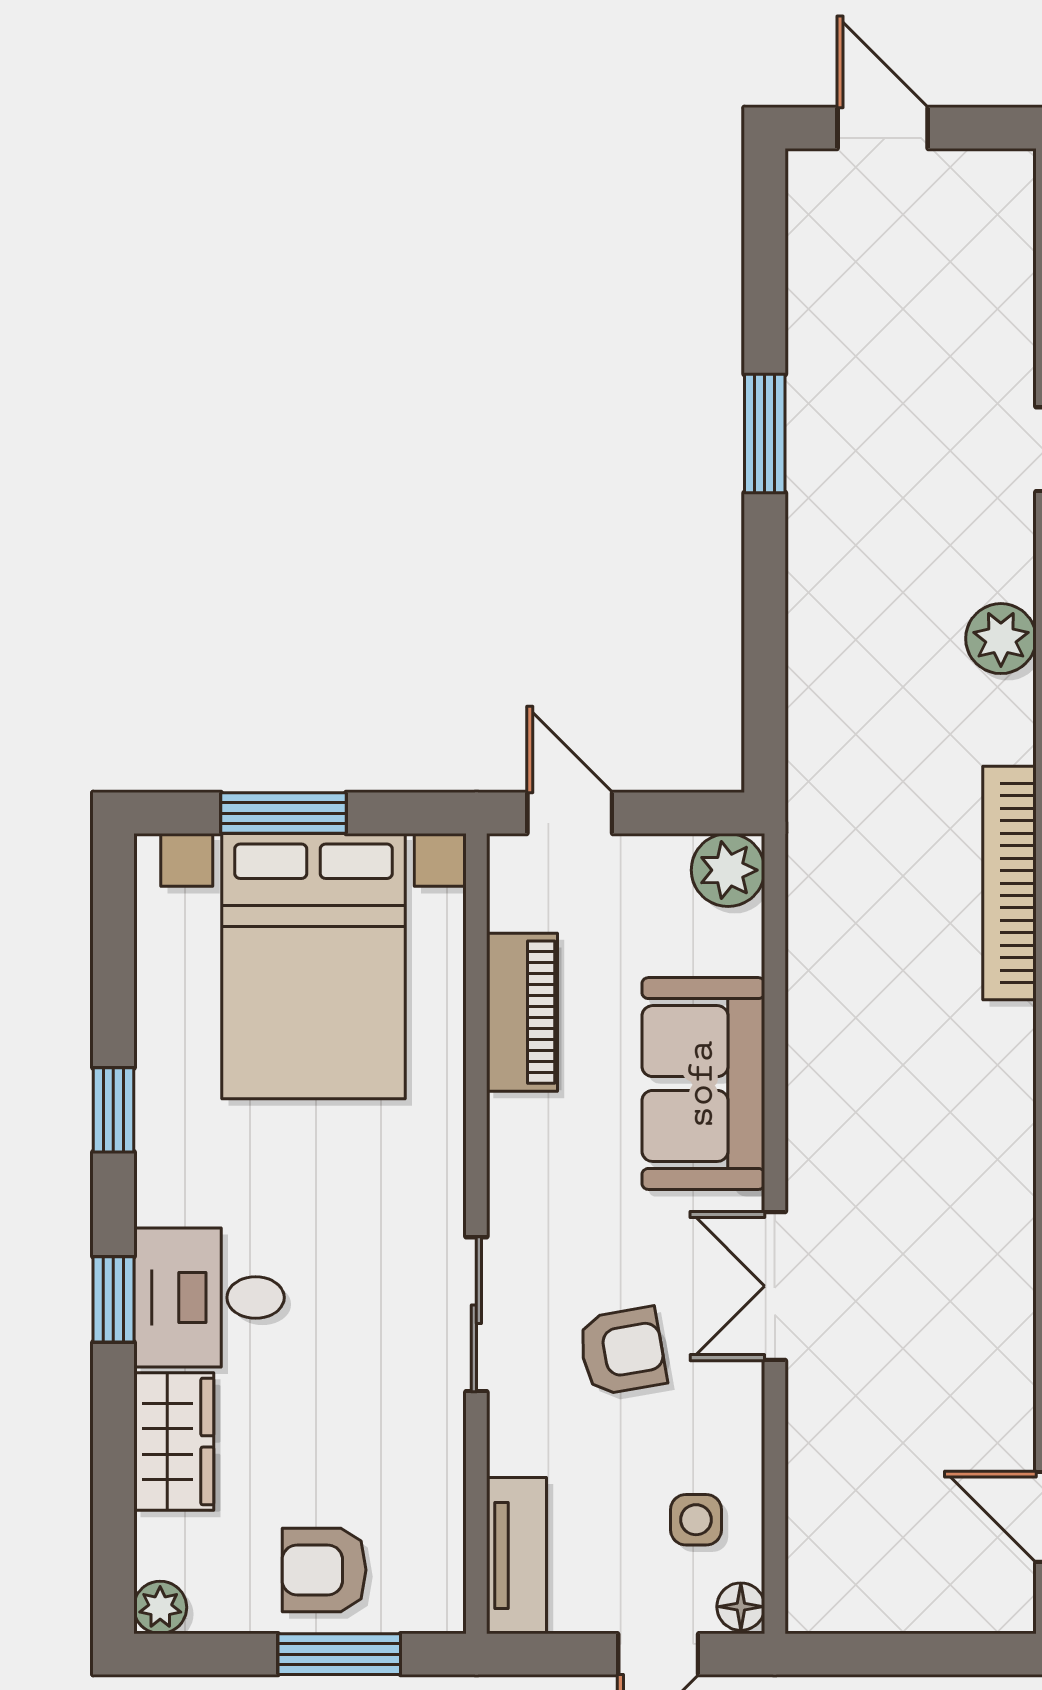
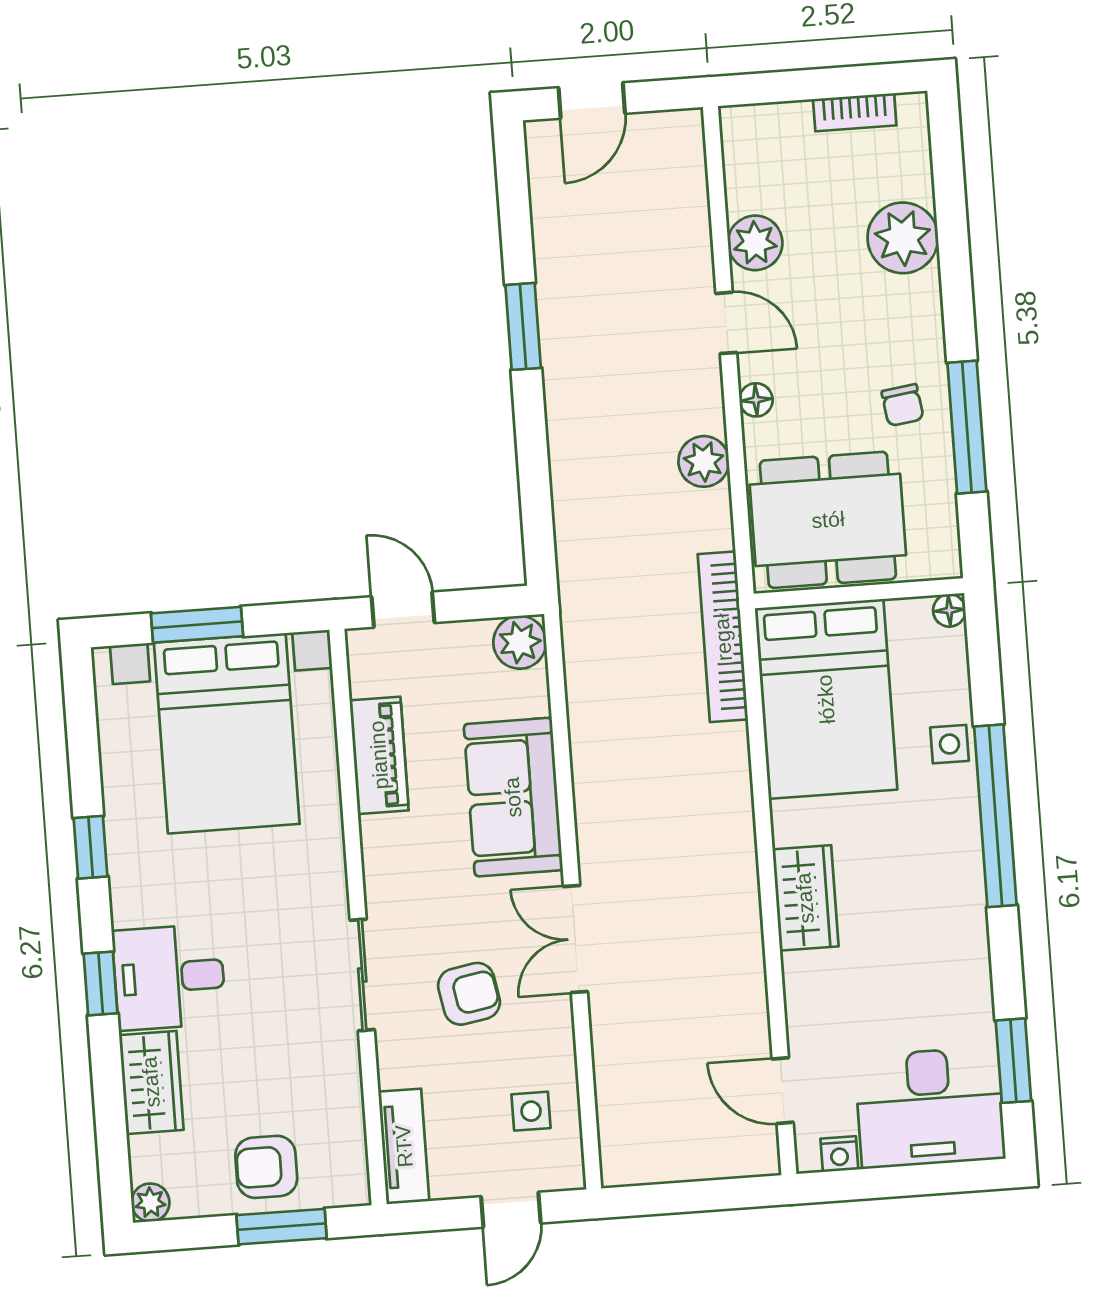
door: (883, 128) -> (592, 101), swing flipped
floor lamp: (741, 1607) -> (568, 1171), removed

